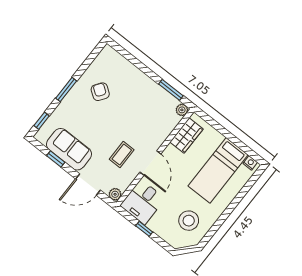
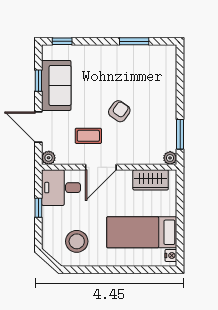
window: (66, 90) -> (134, 41), moved
armchair: (100, 92) -> (119, 111), moved

